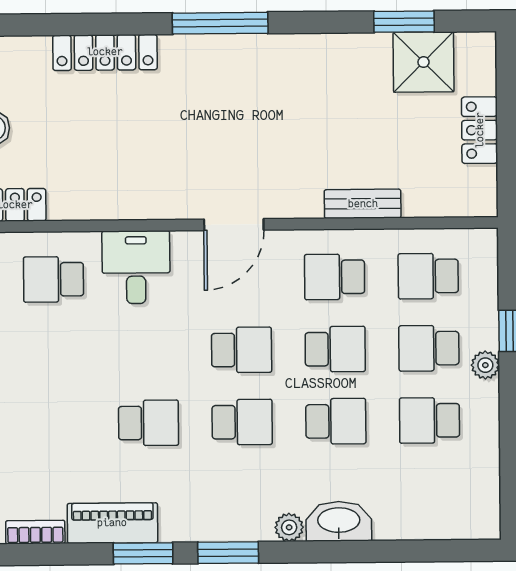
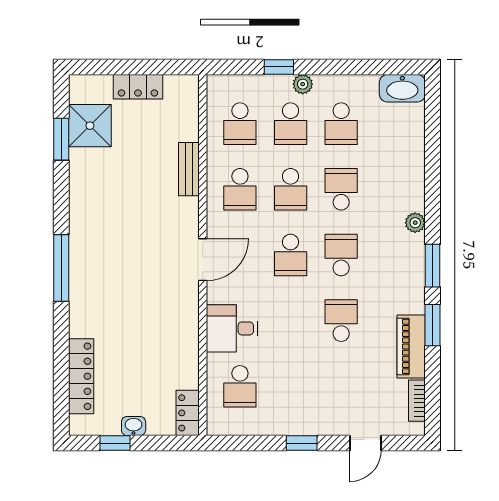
locker: (105, 52) -> (81, 376), moved
door: (234, 225) -> (203, 260), hinge flipped
school desk: (335, 349) -> (291, 189), turned 180
school desk: (242, 350) -> (291, 255), turned 180
washbasin: (339, 521) -> (402, 88), moved, turned -90

